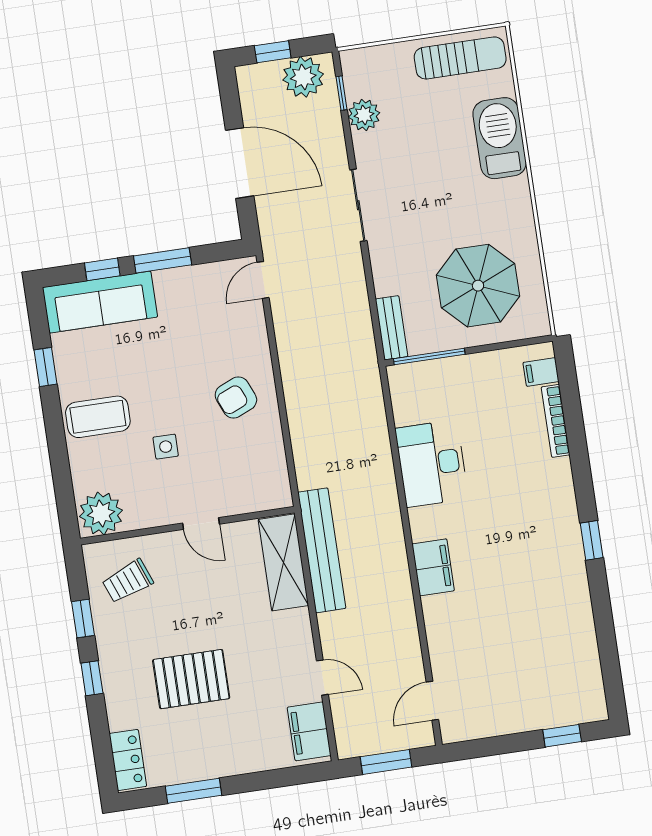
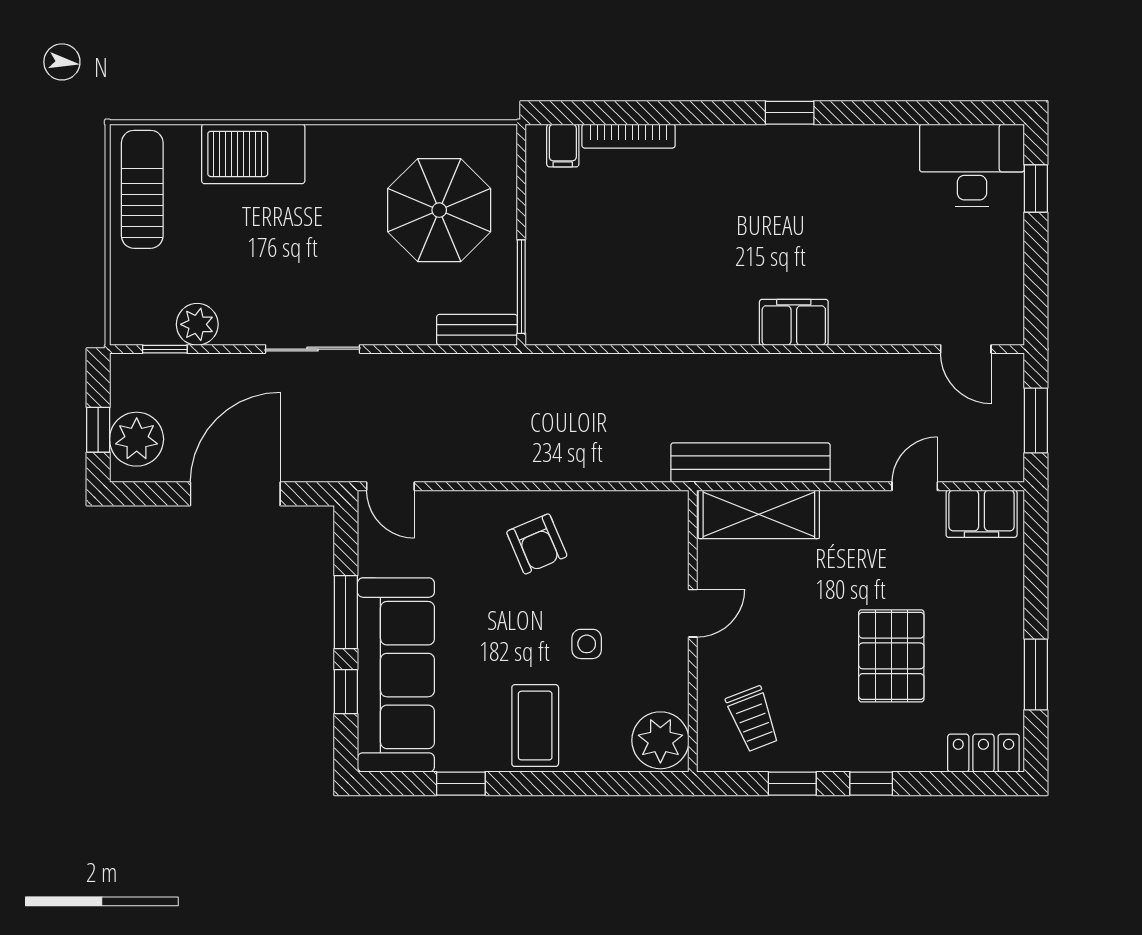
plant: (303, 77) -> (137, 439), moved
sofa: (100, 302) -> (396, 675), width x1.36, depth x1.27
desk: (432, 464) -> (972, 165), moved, turned 180

